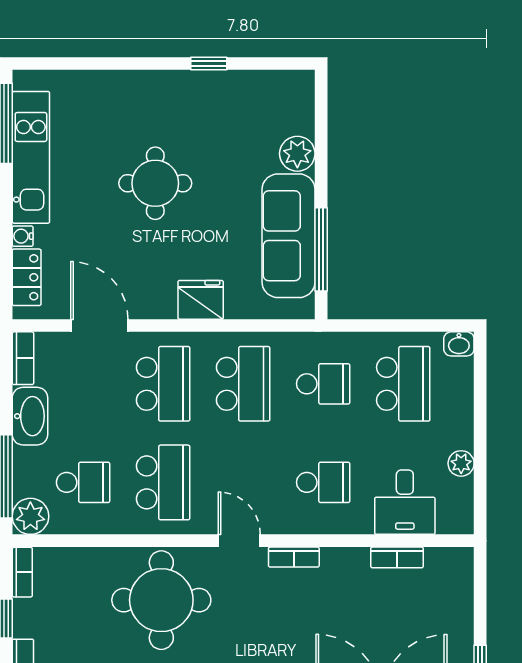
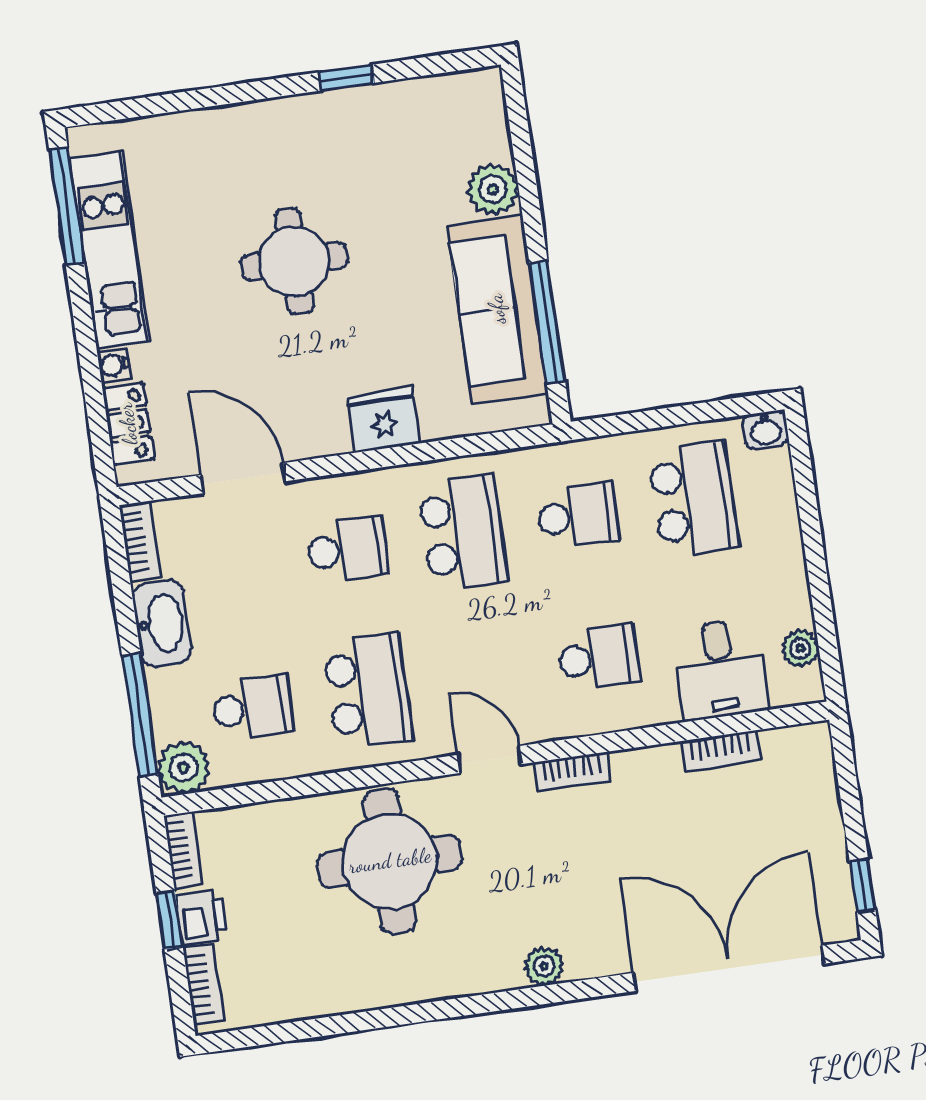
school desk: (163, 384) -> (347, 549), width x0.54
plant: (461, 463) -> (800, 648), moved
printer: (28, 619) -> (201, 917), added

